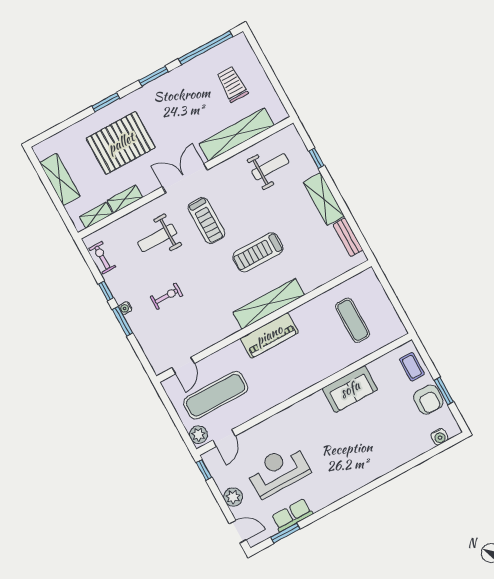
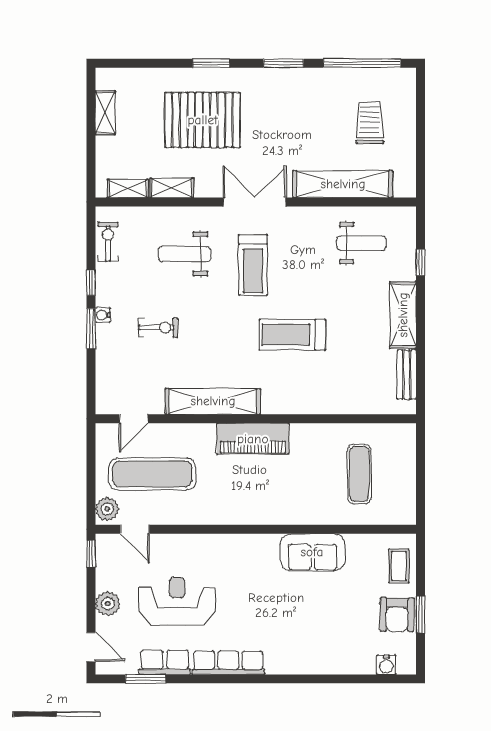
shelving: (60, 179) -> (105, 113), width x0.67, depth x0.75
shelving: (269, 304) -> (213, 401), moved
door: (224, 438) -> (135, 529), hinge flipped
row of seats: (334, 492) -> (228, 663), added

